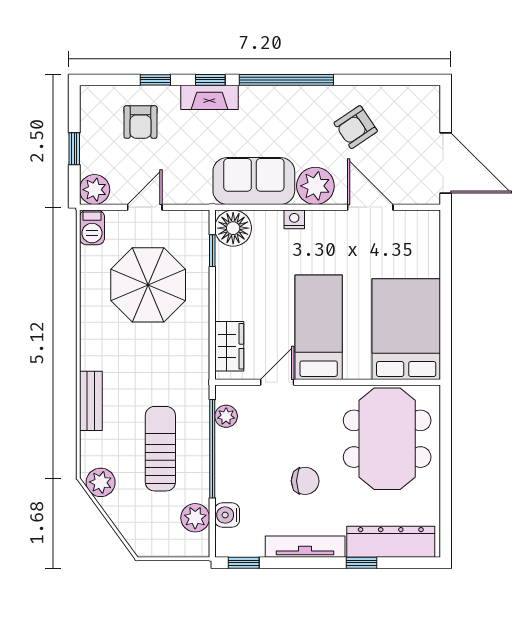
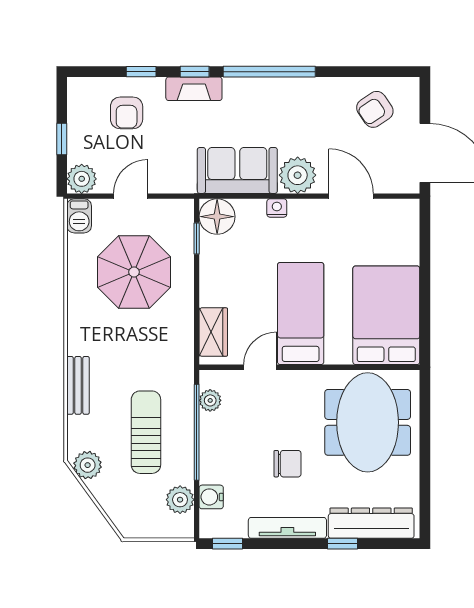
armchair: (356, 127) -> (375, 109), moved

